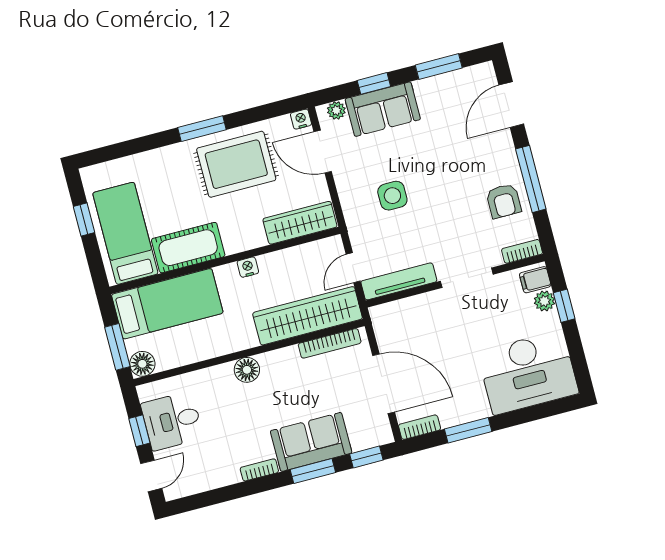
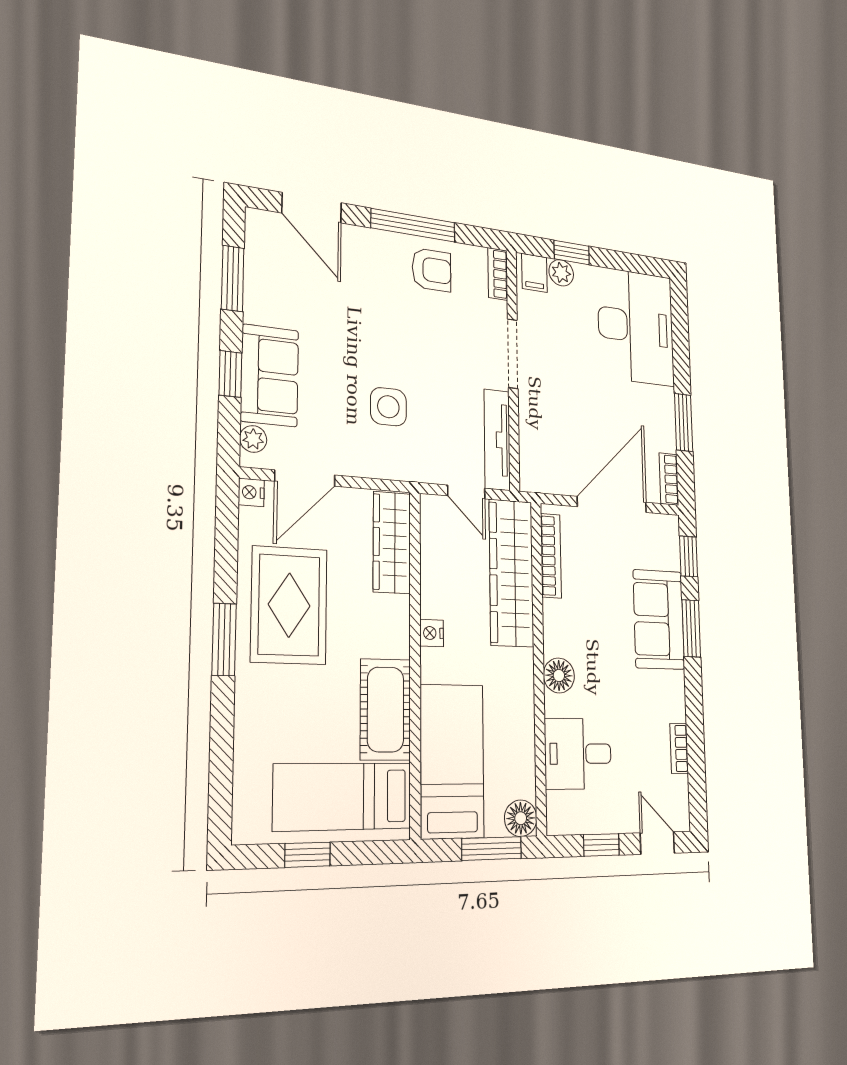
desk: (172, 421) -> (578, 754), moved, turned 90
bookcase: (259, 470) -> (679, 748), moved

